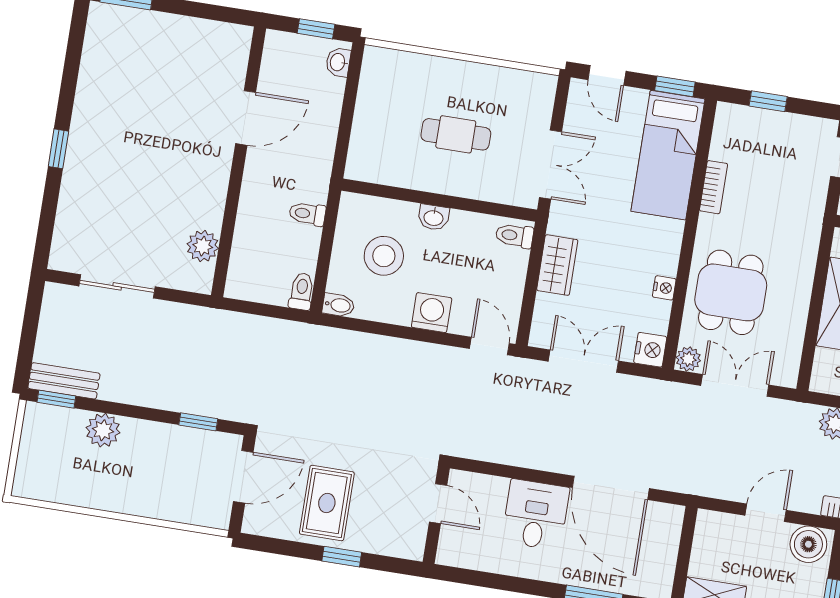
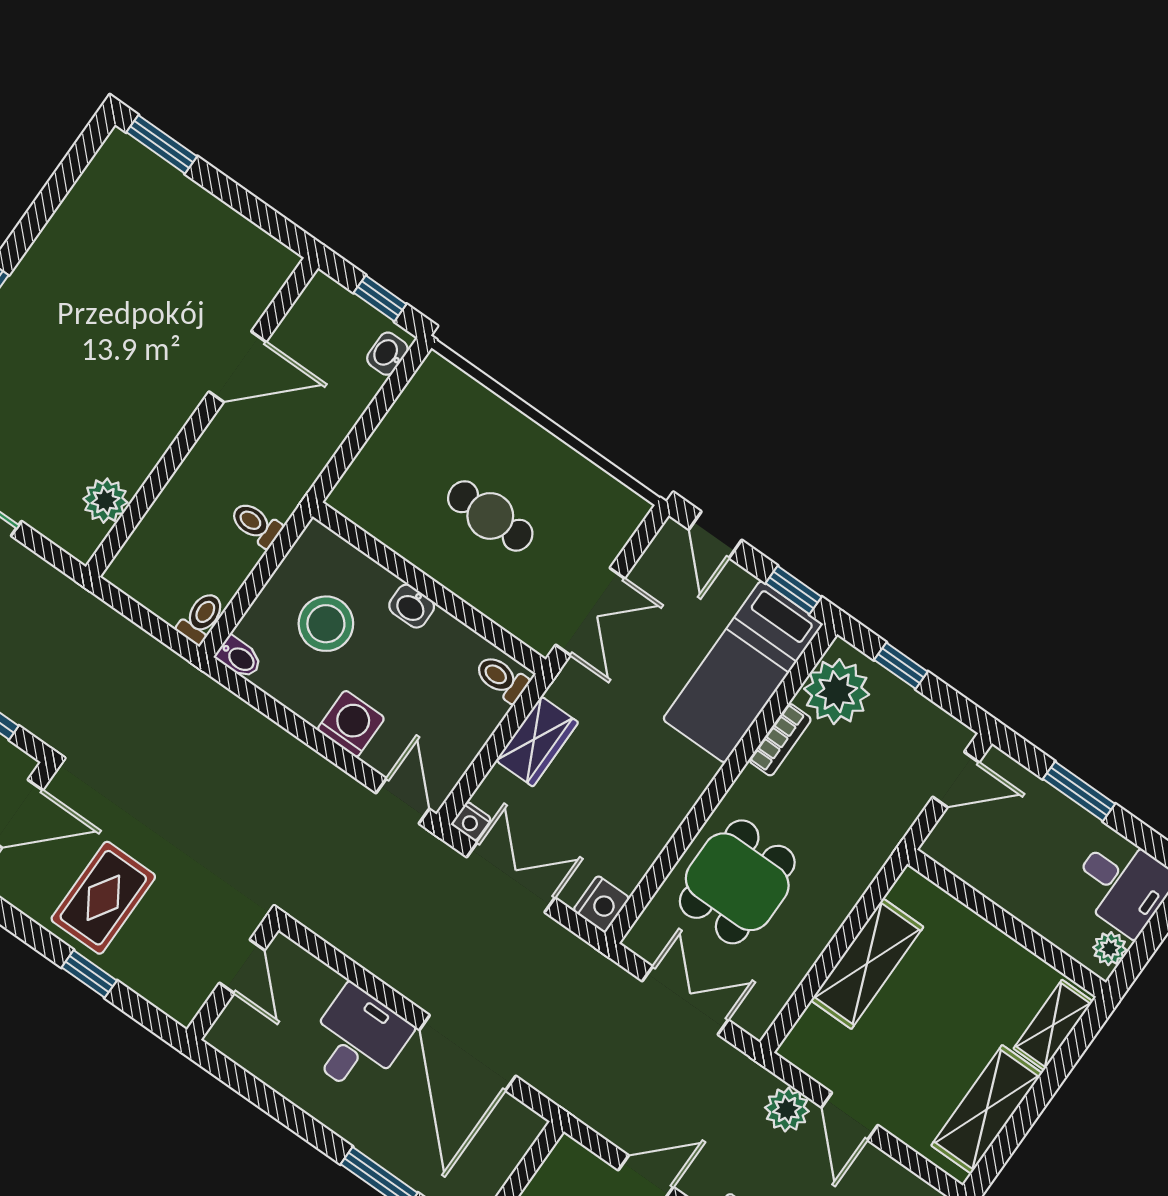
nightstand: (664, 288) -> (471, 821), moved, turned 90
plant: (688, 359) -> (837, 692), moved, width x1.87, depth x1.87

